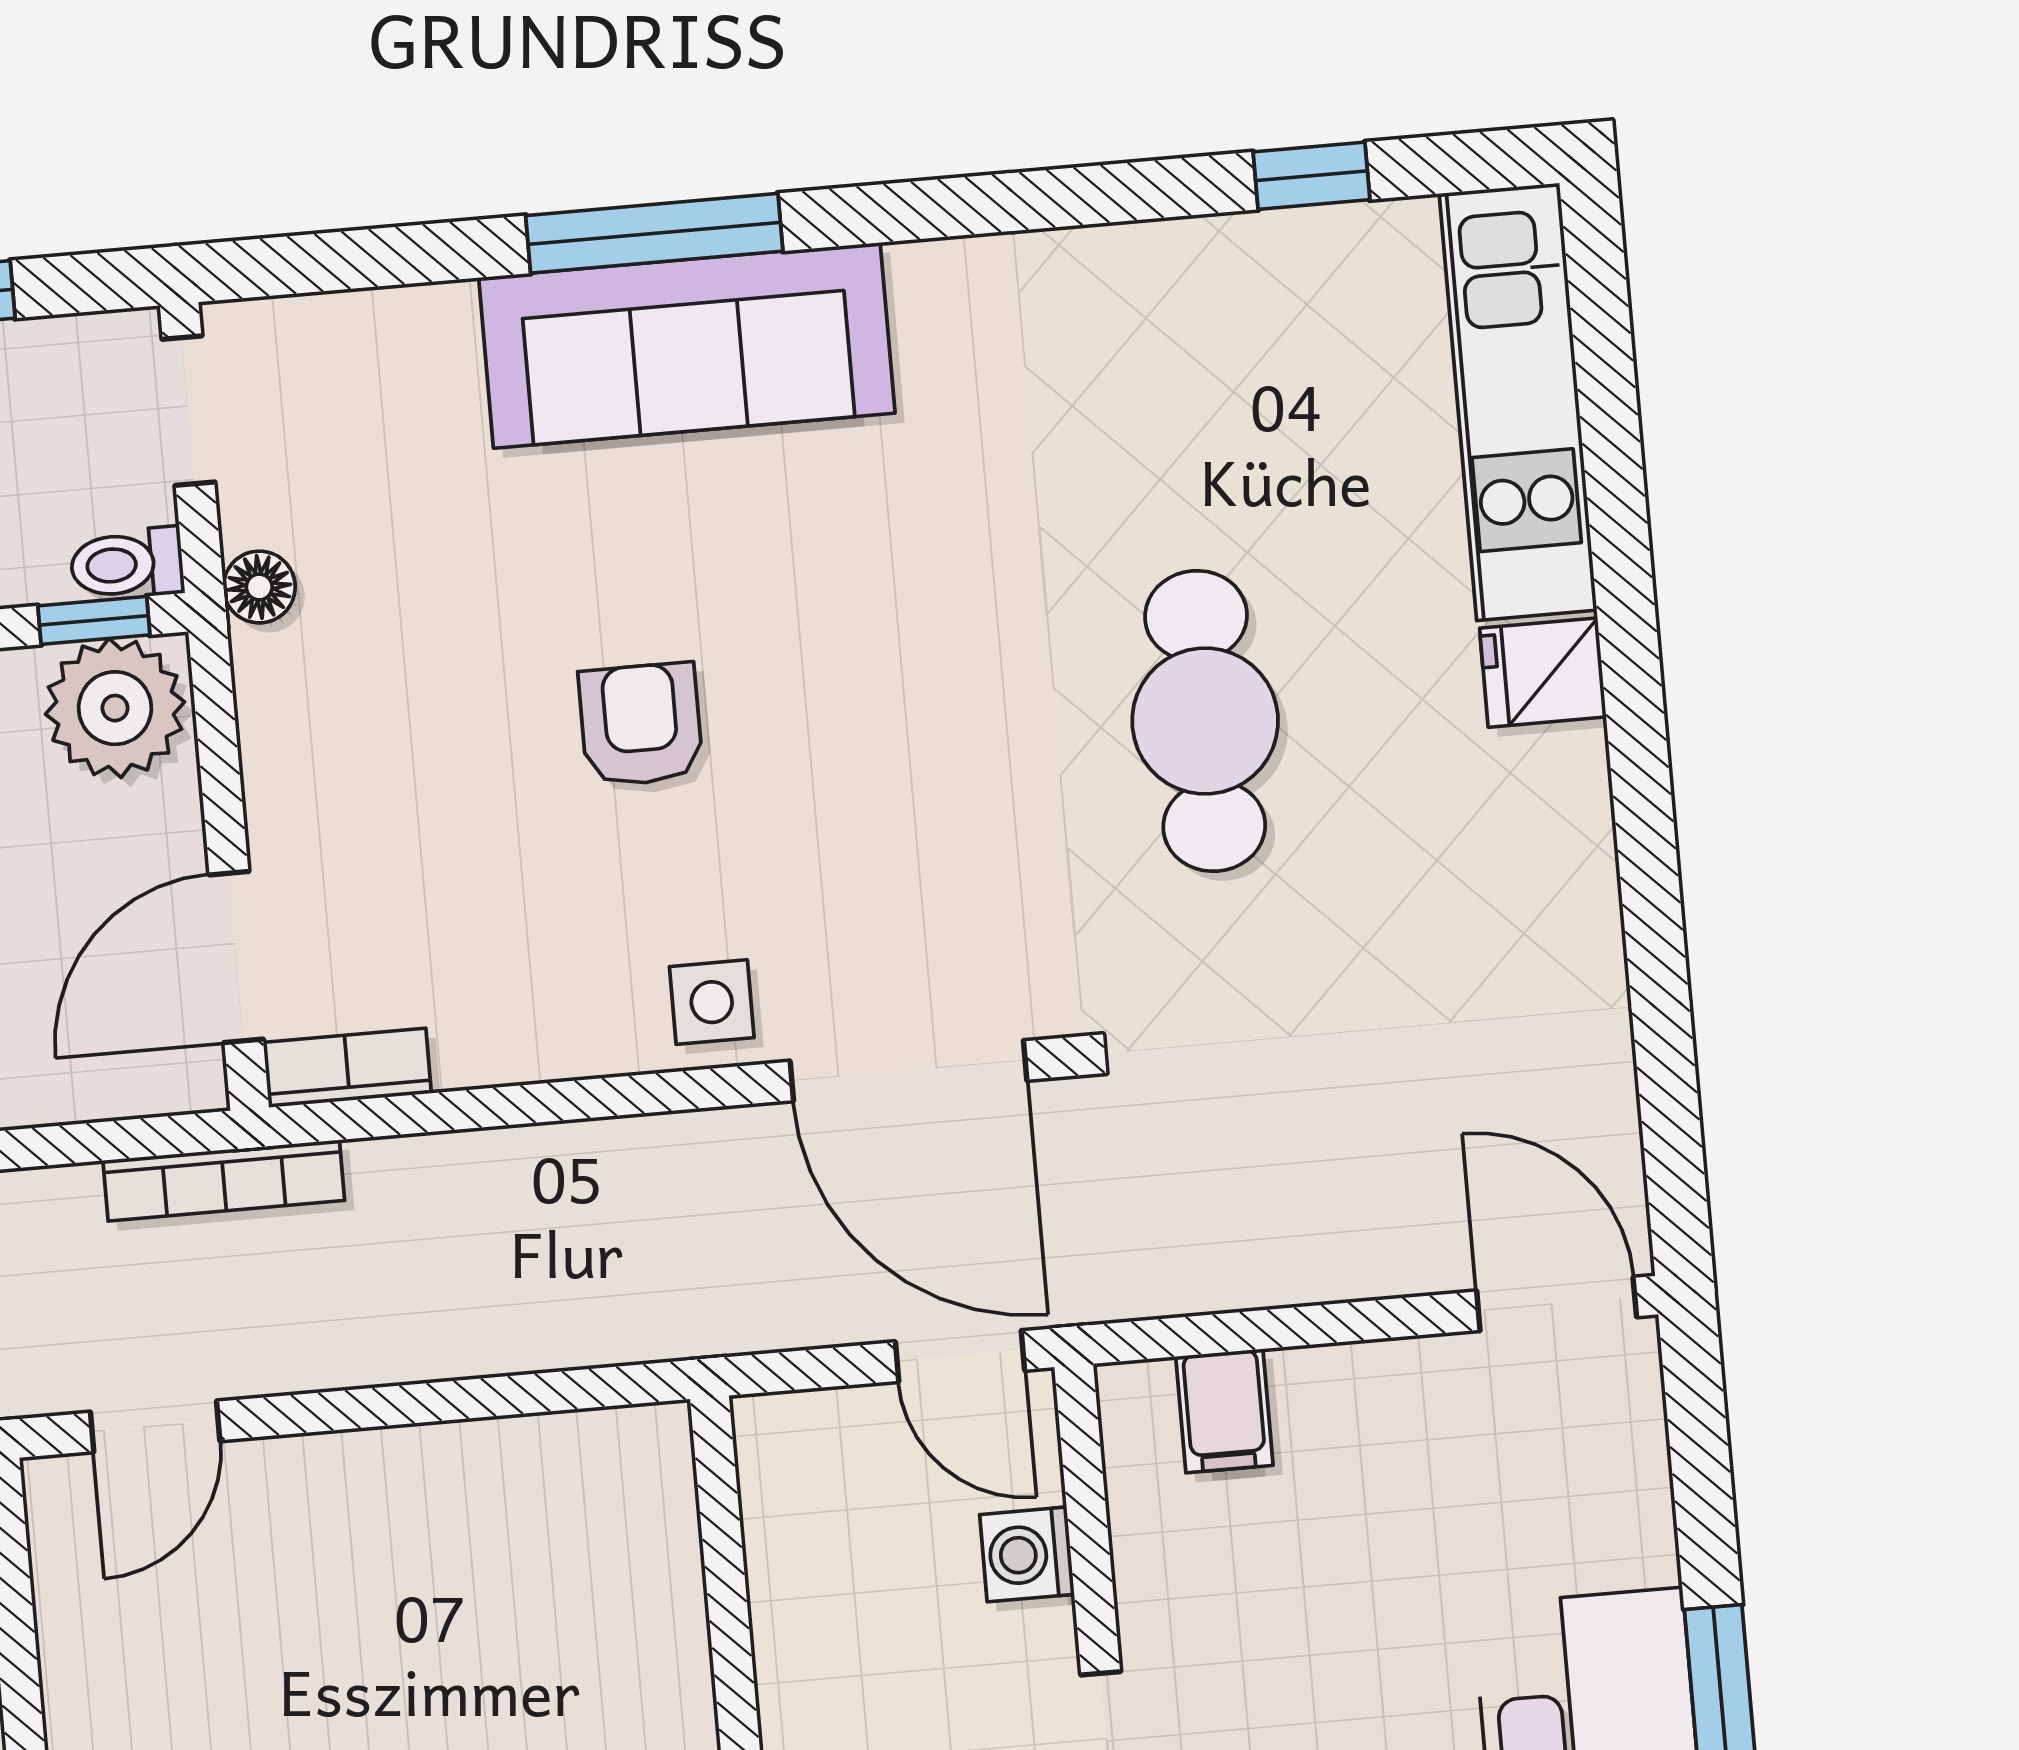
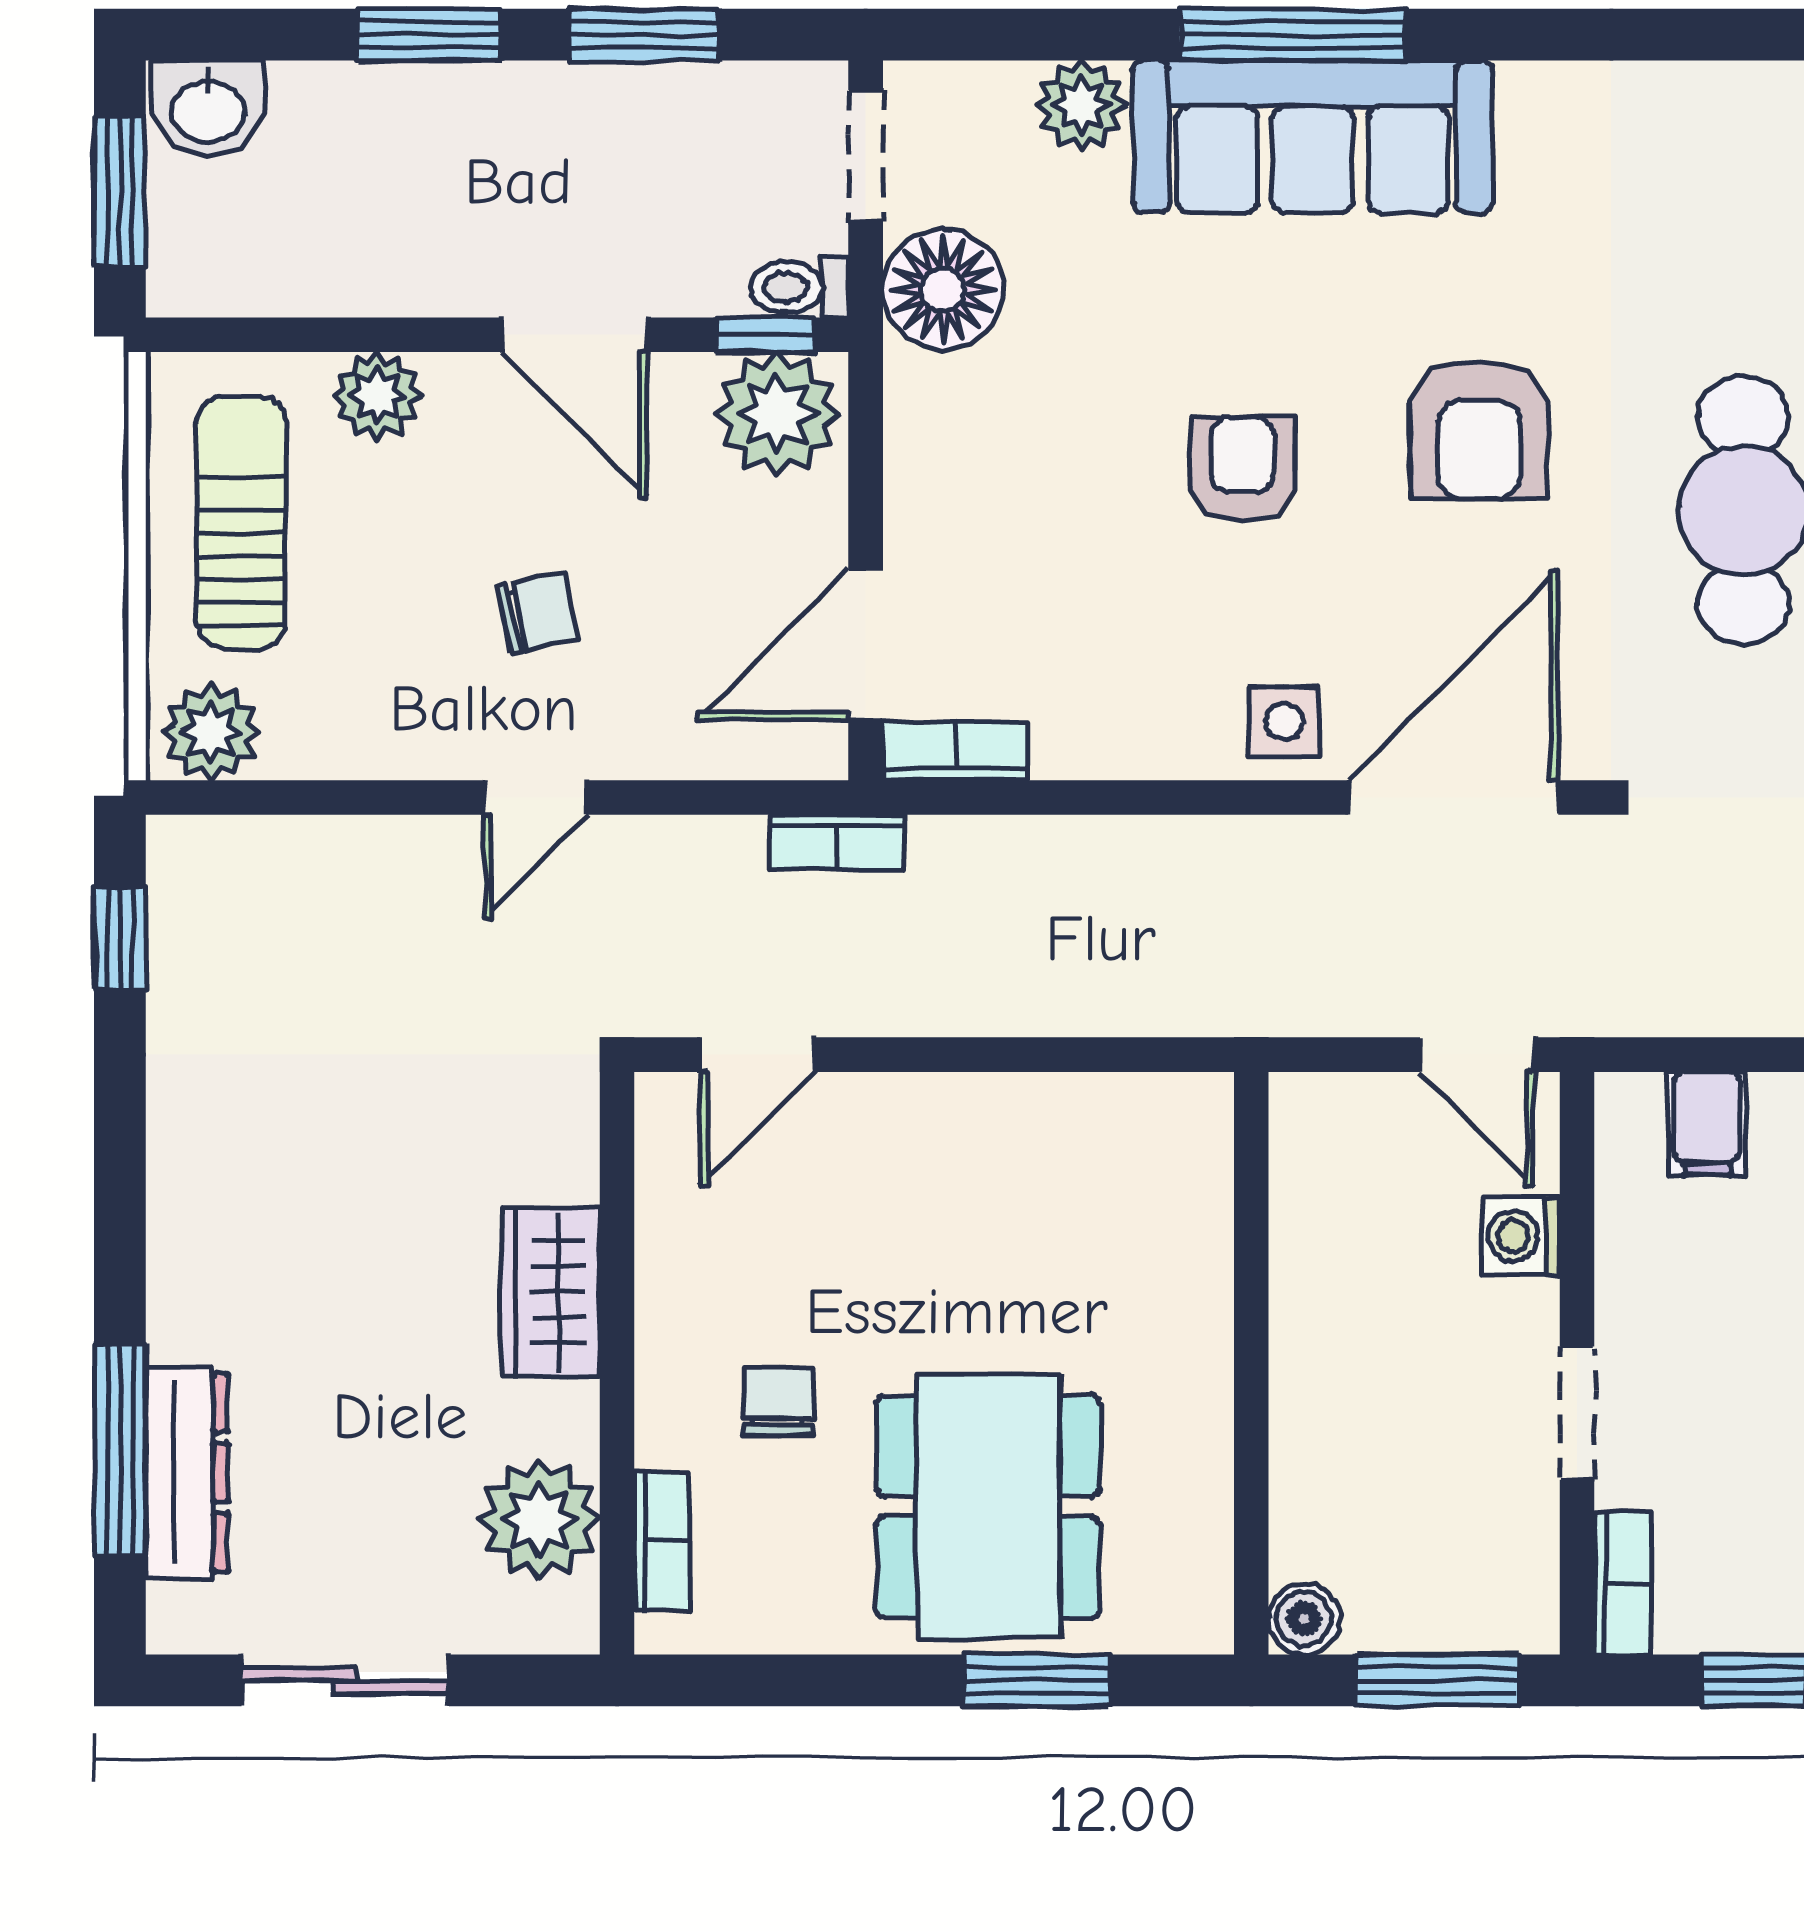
plant: (425, 333) -> (1081, 105), added
floor lamp: (259, 587) -> (943, 290), width x1.89, depth x1.89
armchair: (902, 657) -> (1479, 430), added
door: (908, 1071) -> (1453, 798), swing flipped
bookcase: (224, 1181) -> (837, 842), width x0.64

